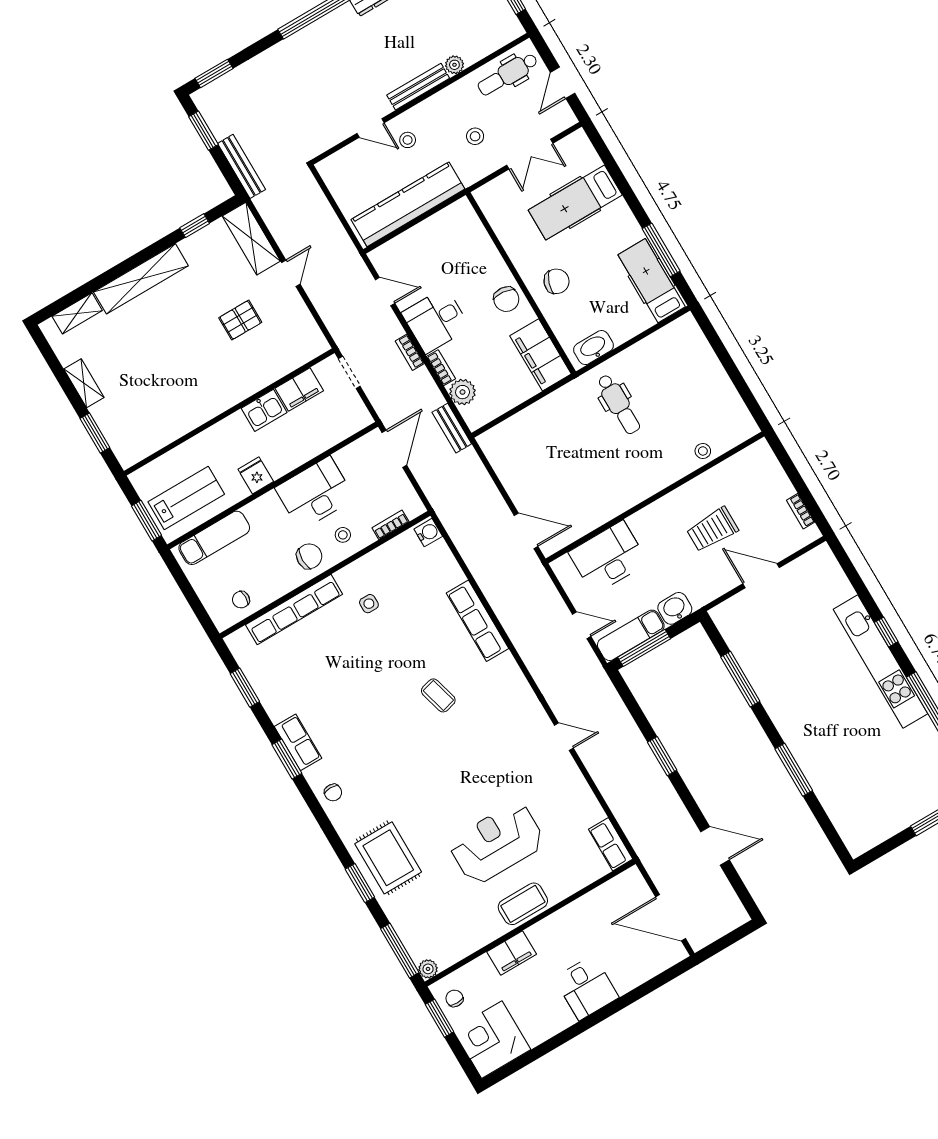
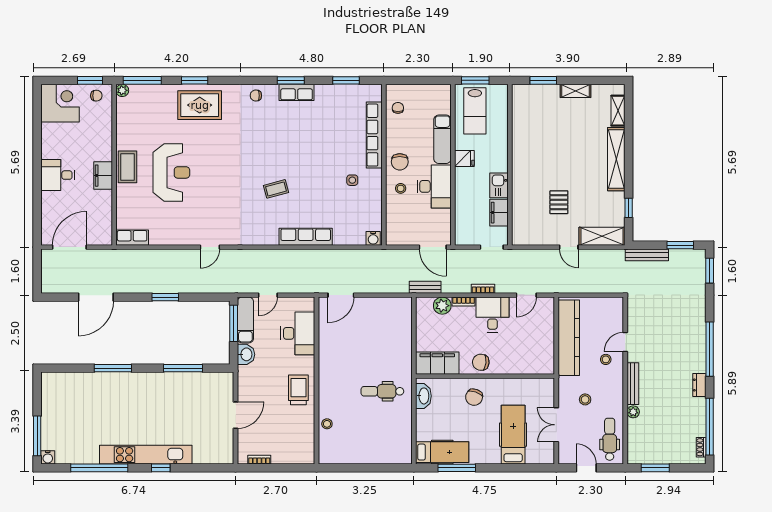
bookcase: (390, 525) -> (390, 219), removed
trolley: (712, 529) -> (298, 390), moved
exam couch: (214, 538) -> (442, 139), moved
door: (715, 846) -> (96, 297), width x1.36
filing cabinet: (512, 953) -> (103, 176), moved

